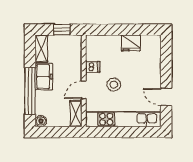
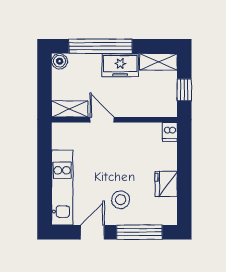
window: (166, 63) -> (139, 232), added
dishwasher: (93, 67) -> (170, 132), moved
stool: (114, 85) -> (121, 200), moved
kitchen unit: (123, 119) -> (62, 188), width x0.73

